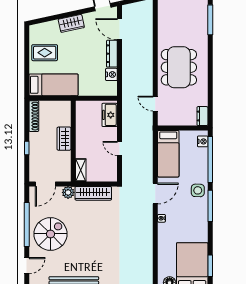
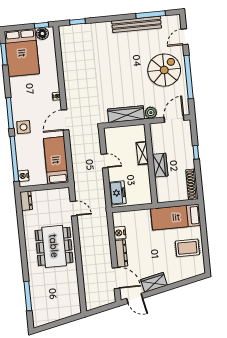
wardrobe: (71, 23) -> (154, 282), moved
shelving: (81, 170) -> (142, 153), moved
spiral stairs: (51, 234) -> (164, 70), turned 180

